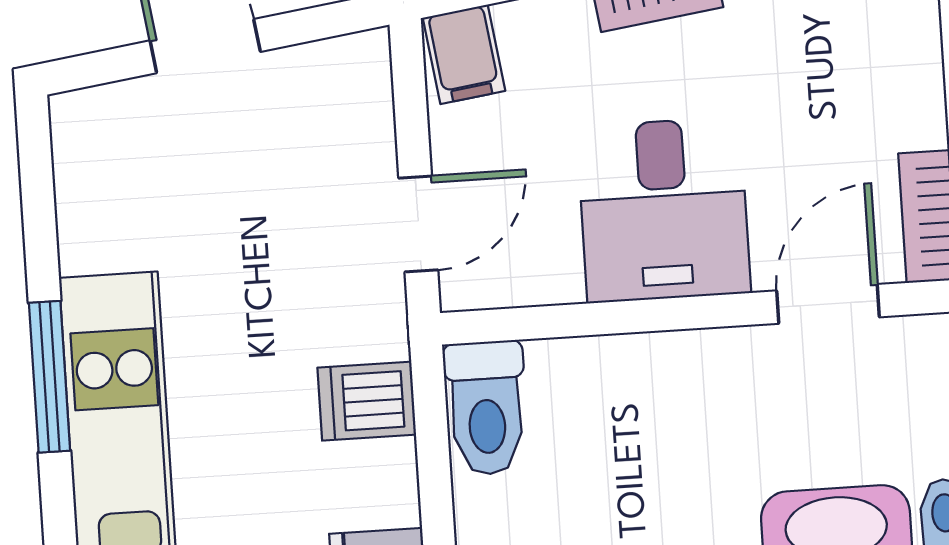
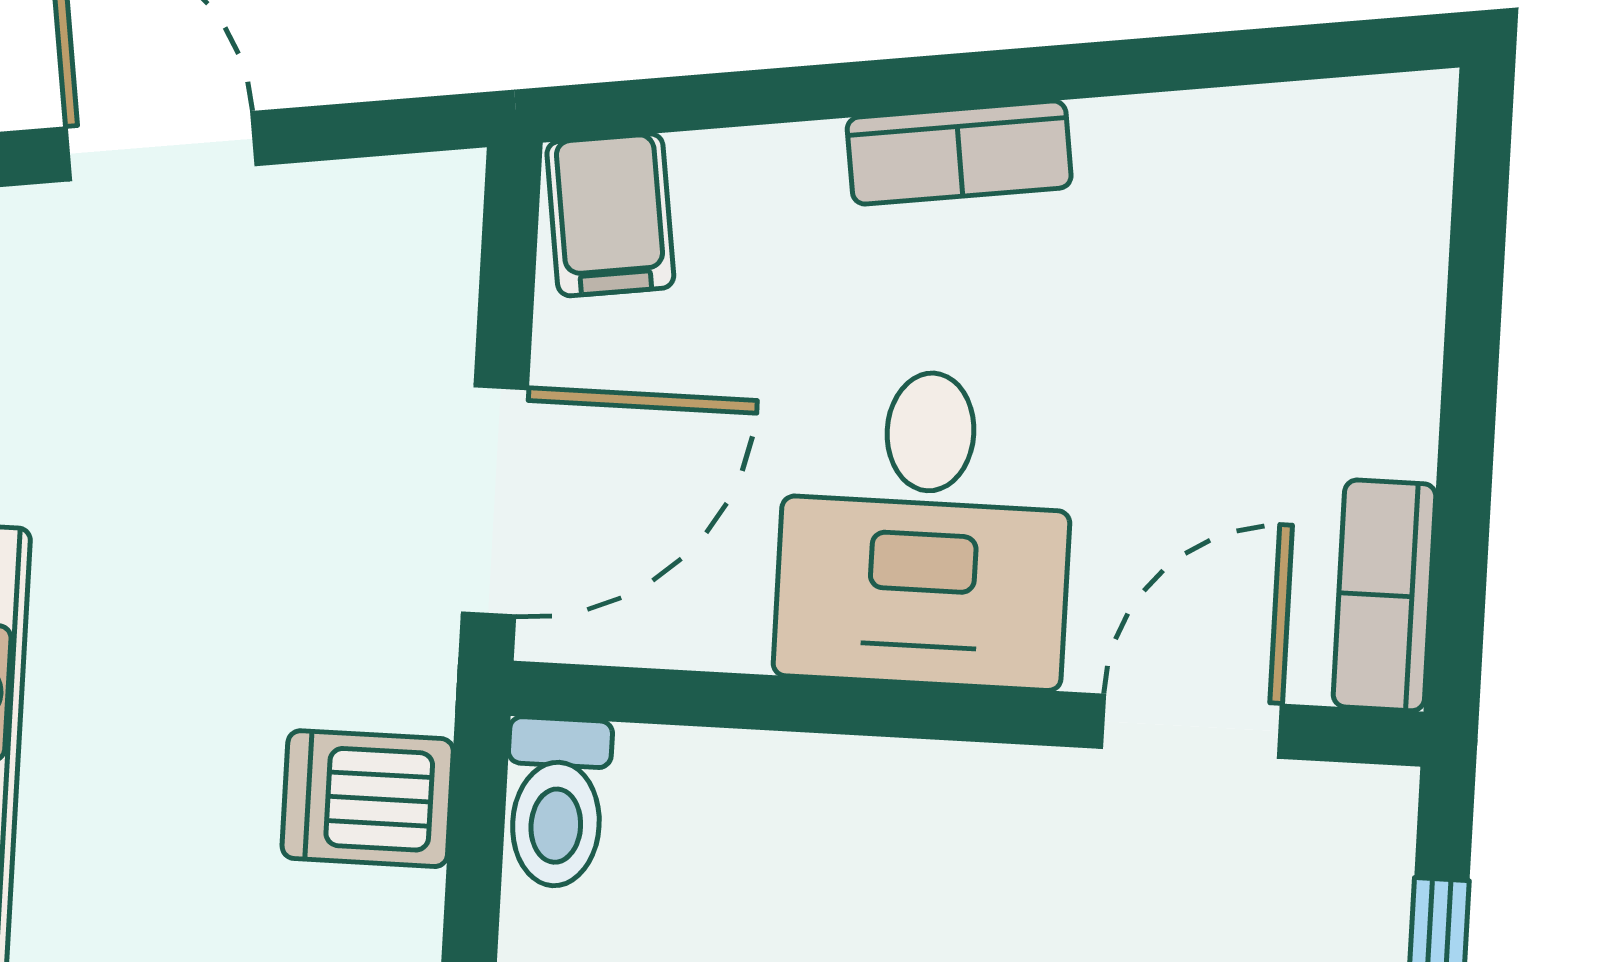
door: (418, 224) -> (495, 501), width x1.38
toilet: (486, 408) -> (557, 802), width x0.73, depth x0.72

